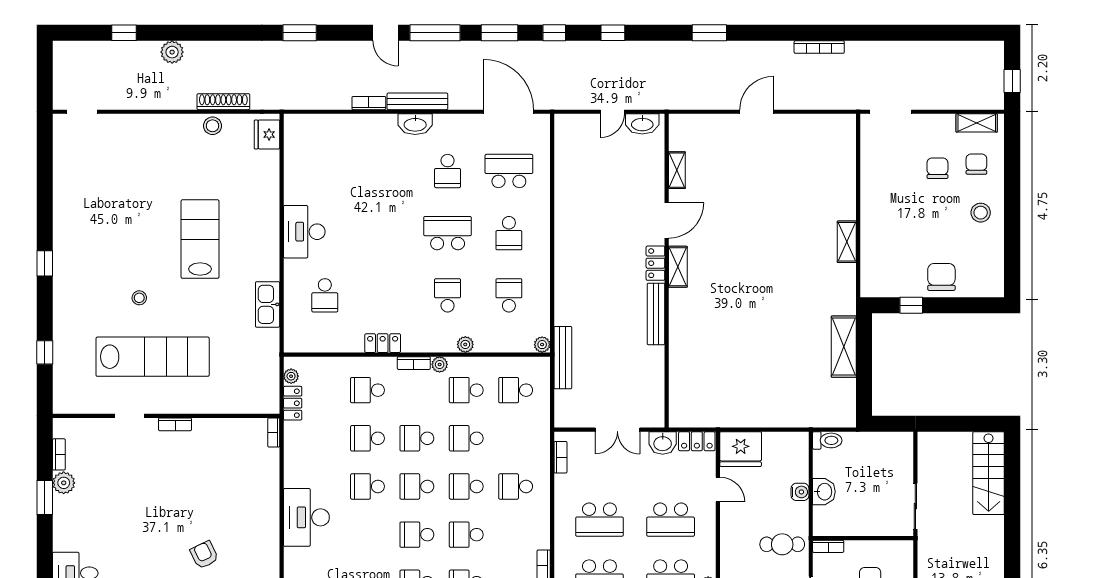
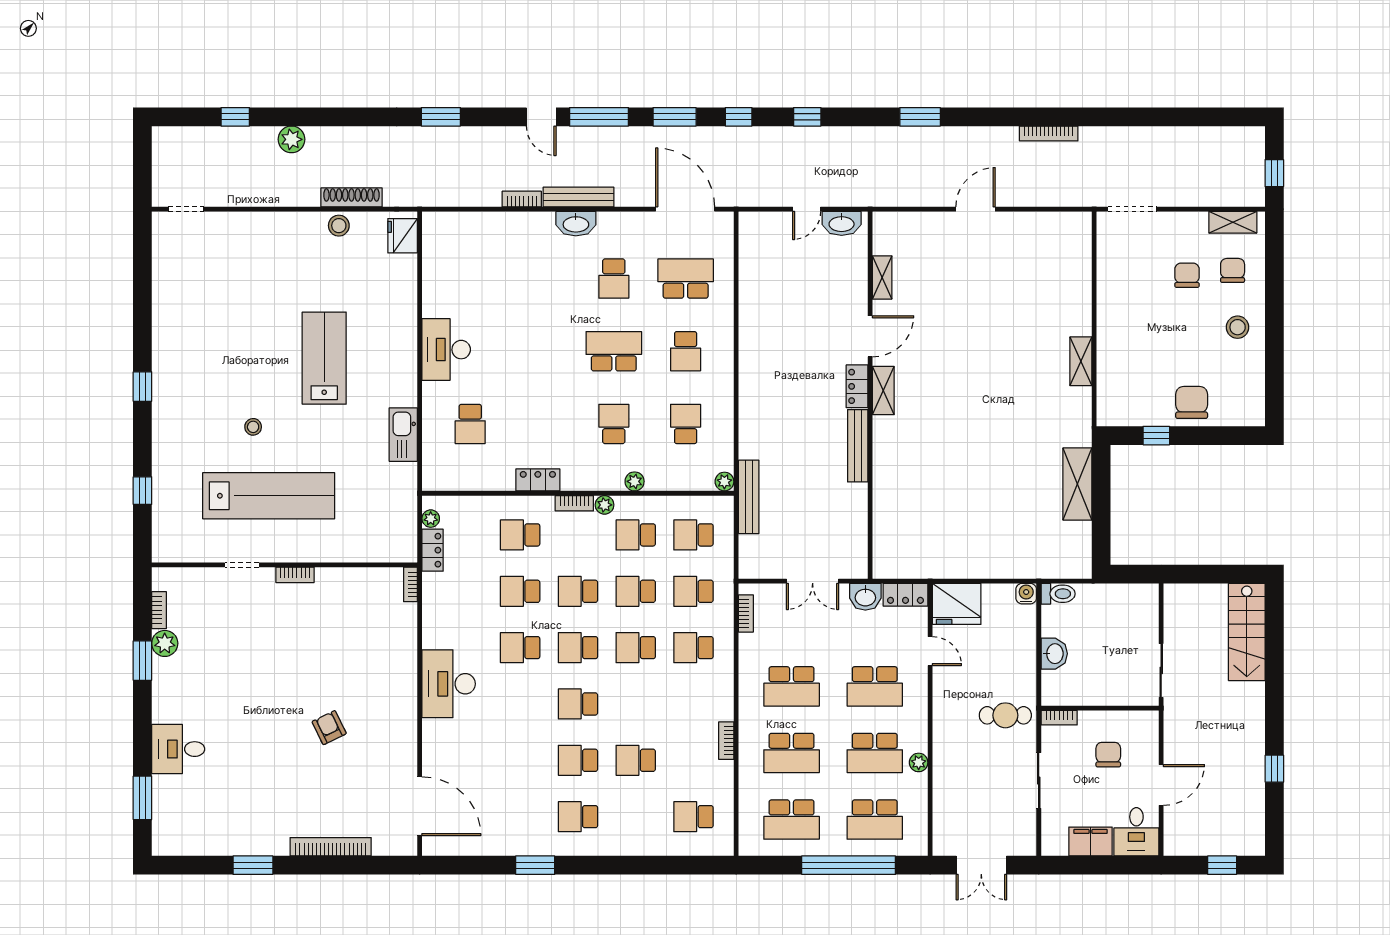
water cooler: (800, 492) -> (1026, 594), moved, turned -90
school desk: (466, 535) -> (693, 591), moved

